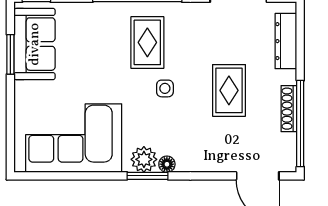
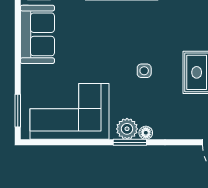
rug: (147, 42) -> (130, 33), removed
window: (10, 54) -> (18, 111), moved

